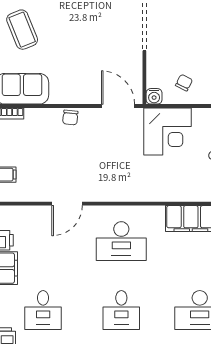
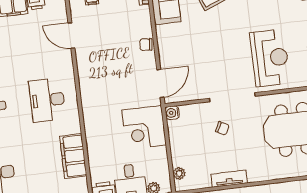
chair: (184, 83) -> (222, 128), moved
door: (67, 204) -> (71, 35), moved

